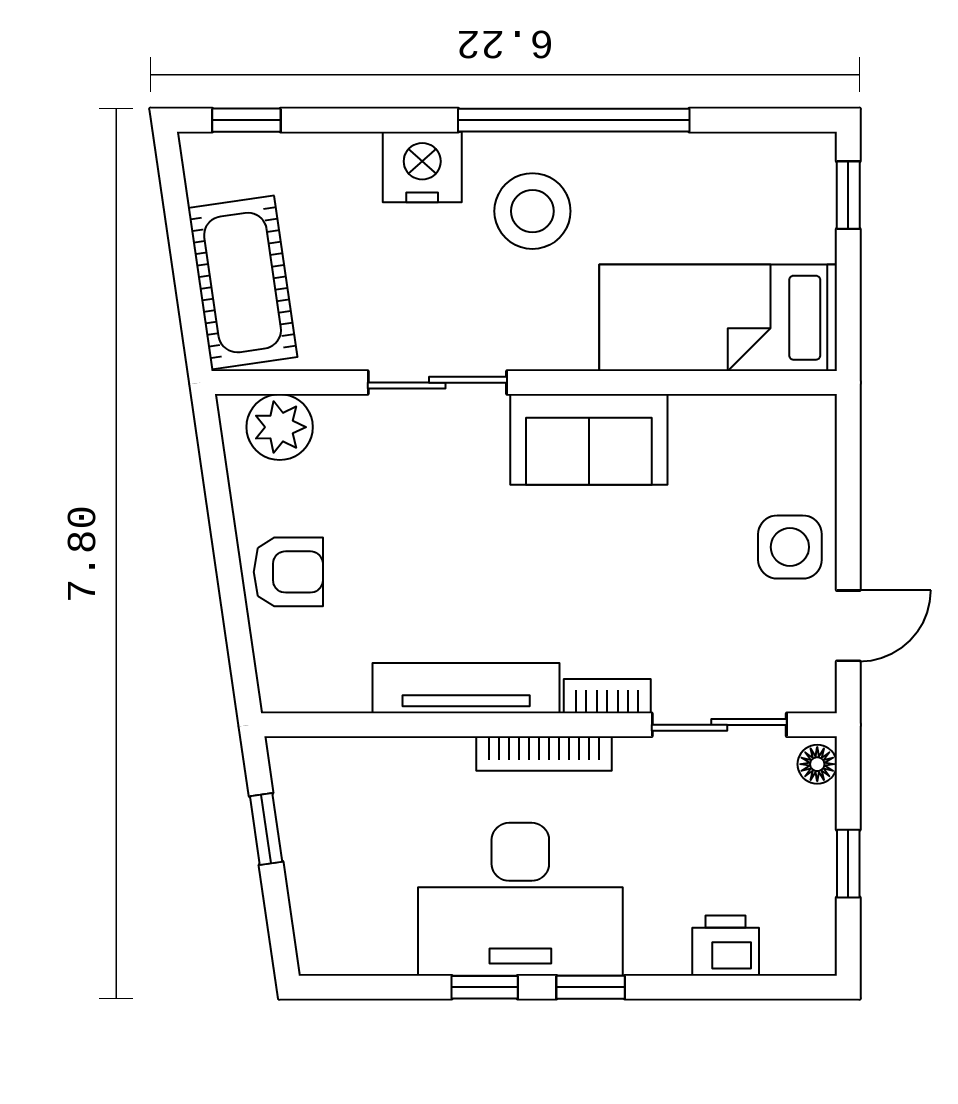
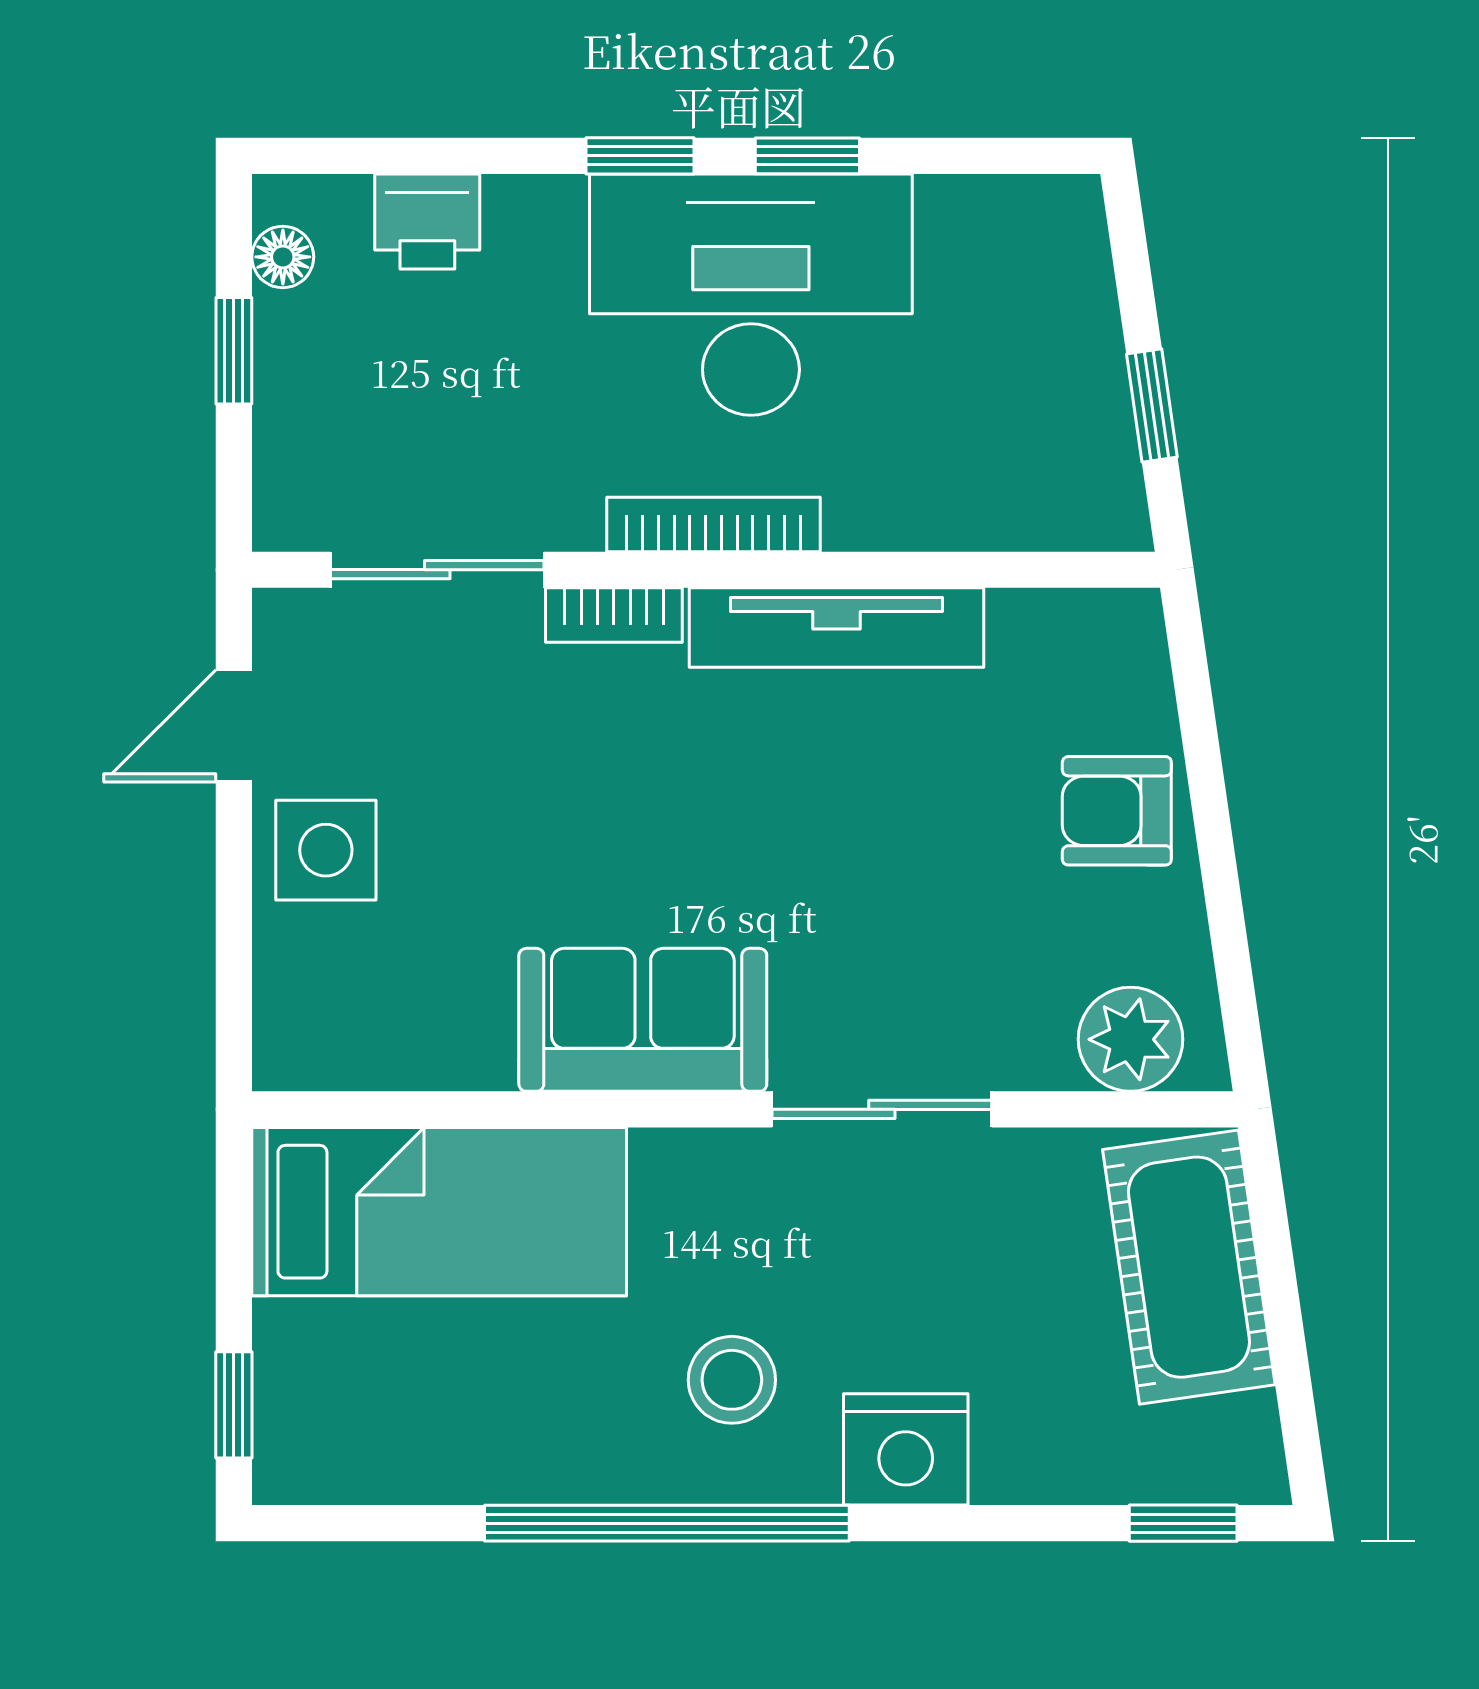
stool: (532, 211) -> (732, 1380), width x0.73, depth x0.73
floor lamp: (817, 764) -> (283, 257), moved

